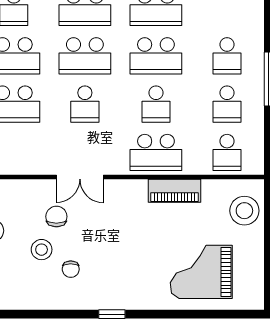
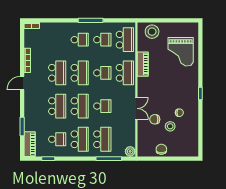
school desk: (227, 152) -> (125, 40), width x1.85

